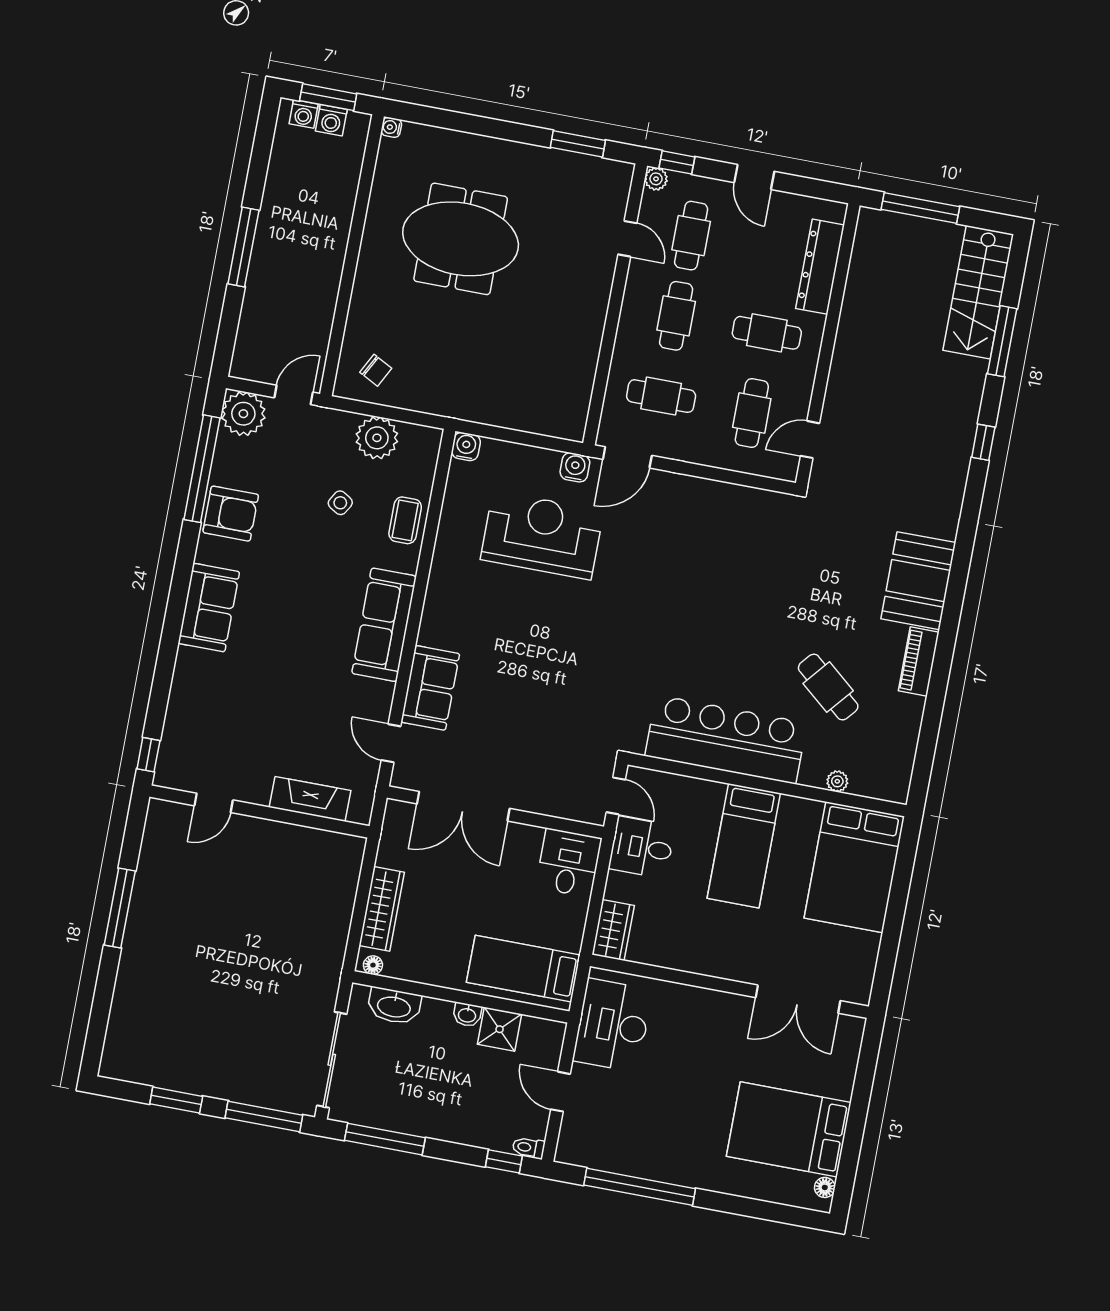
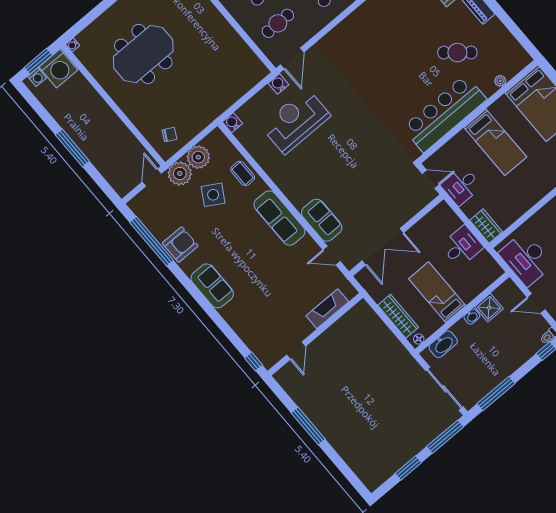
washing machine: (331, 120) -> (58, 69), width x1.89, depth x1.89
plant: (243, 414) -> (180, 173), moved
side table: (340, 503) -> (213, 195), width x1.87, depth x1.87
desk: (569, 863) -> (462, 246), moved, turned 90
bed: (523, 969) -> (437, 292), moved, turned 90

